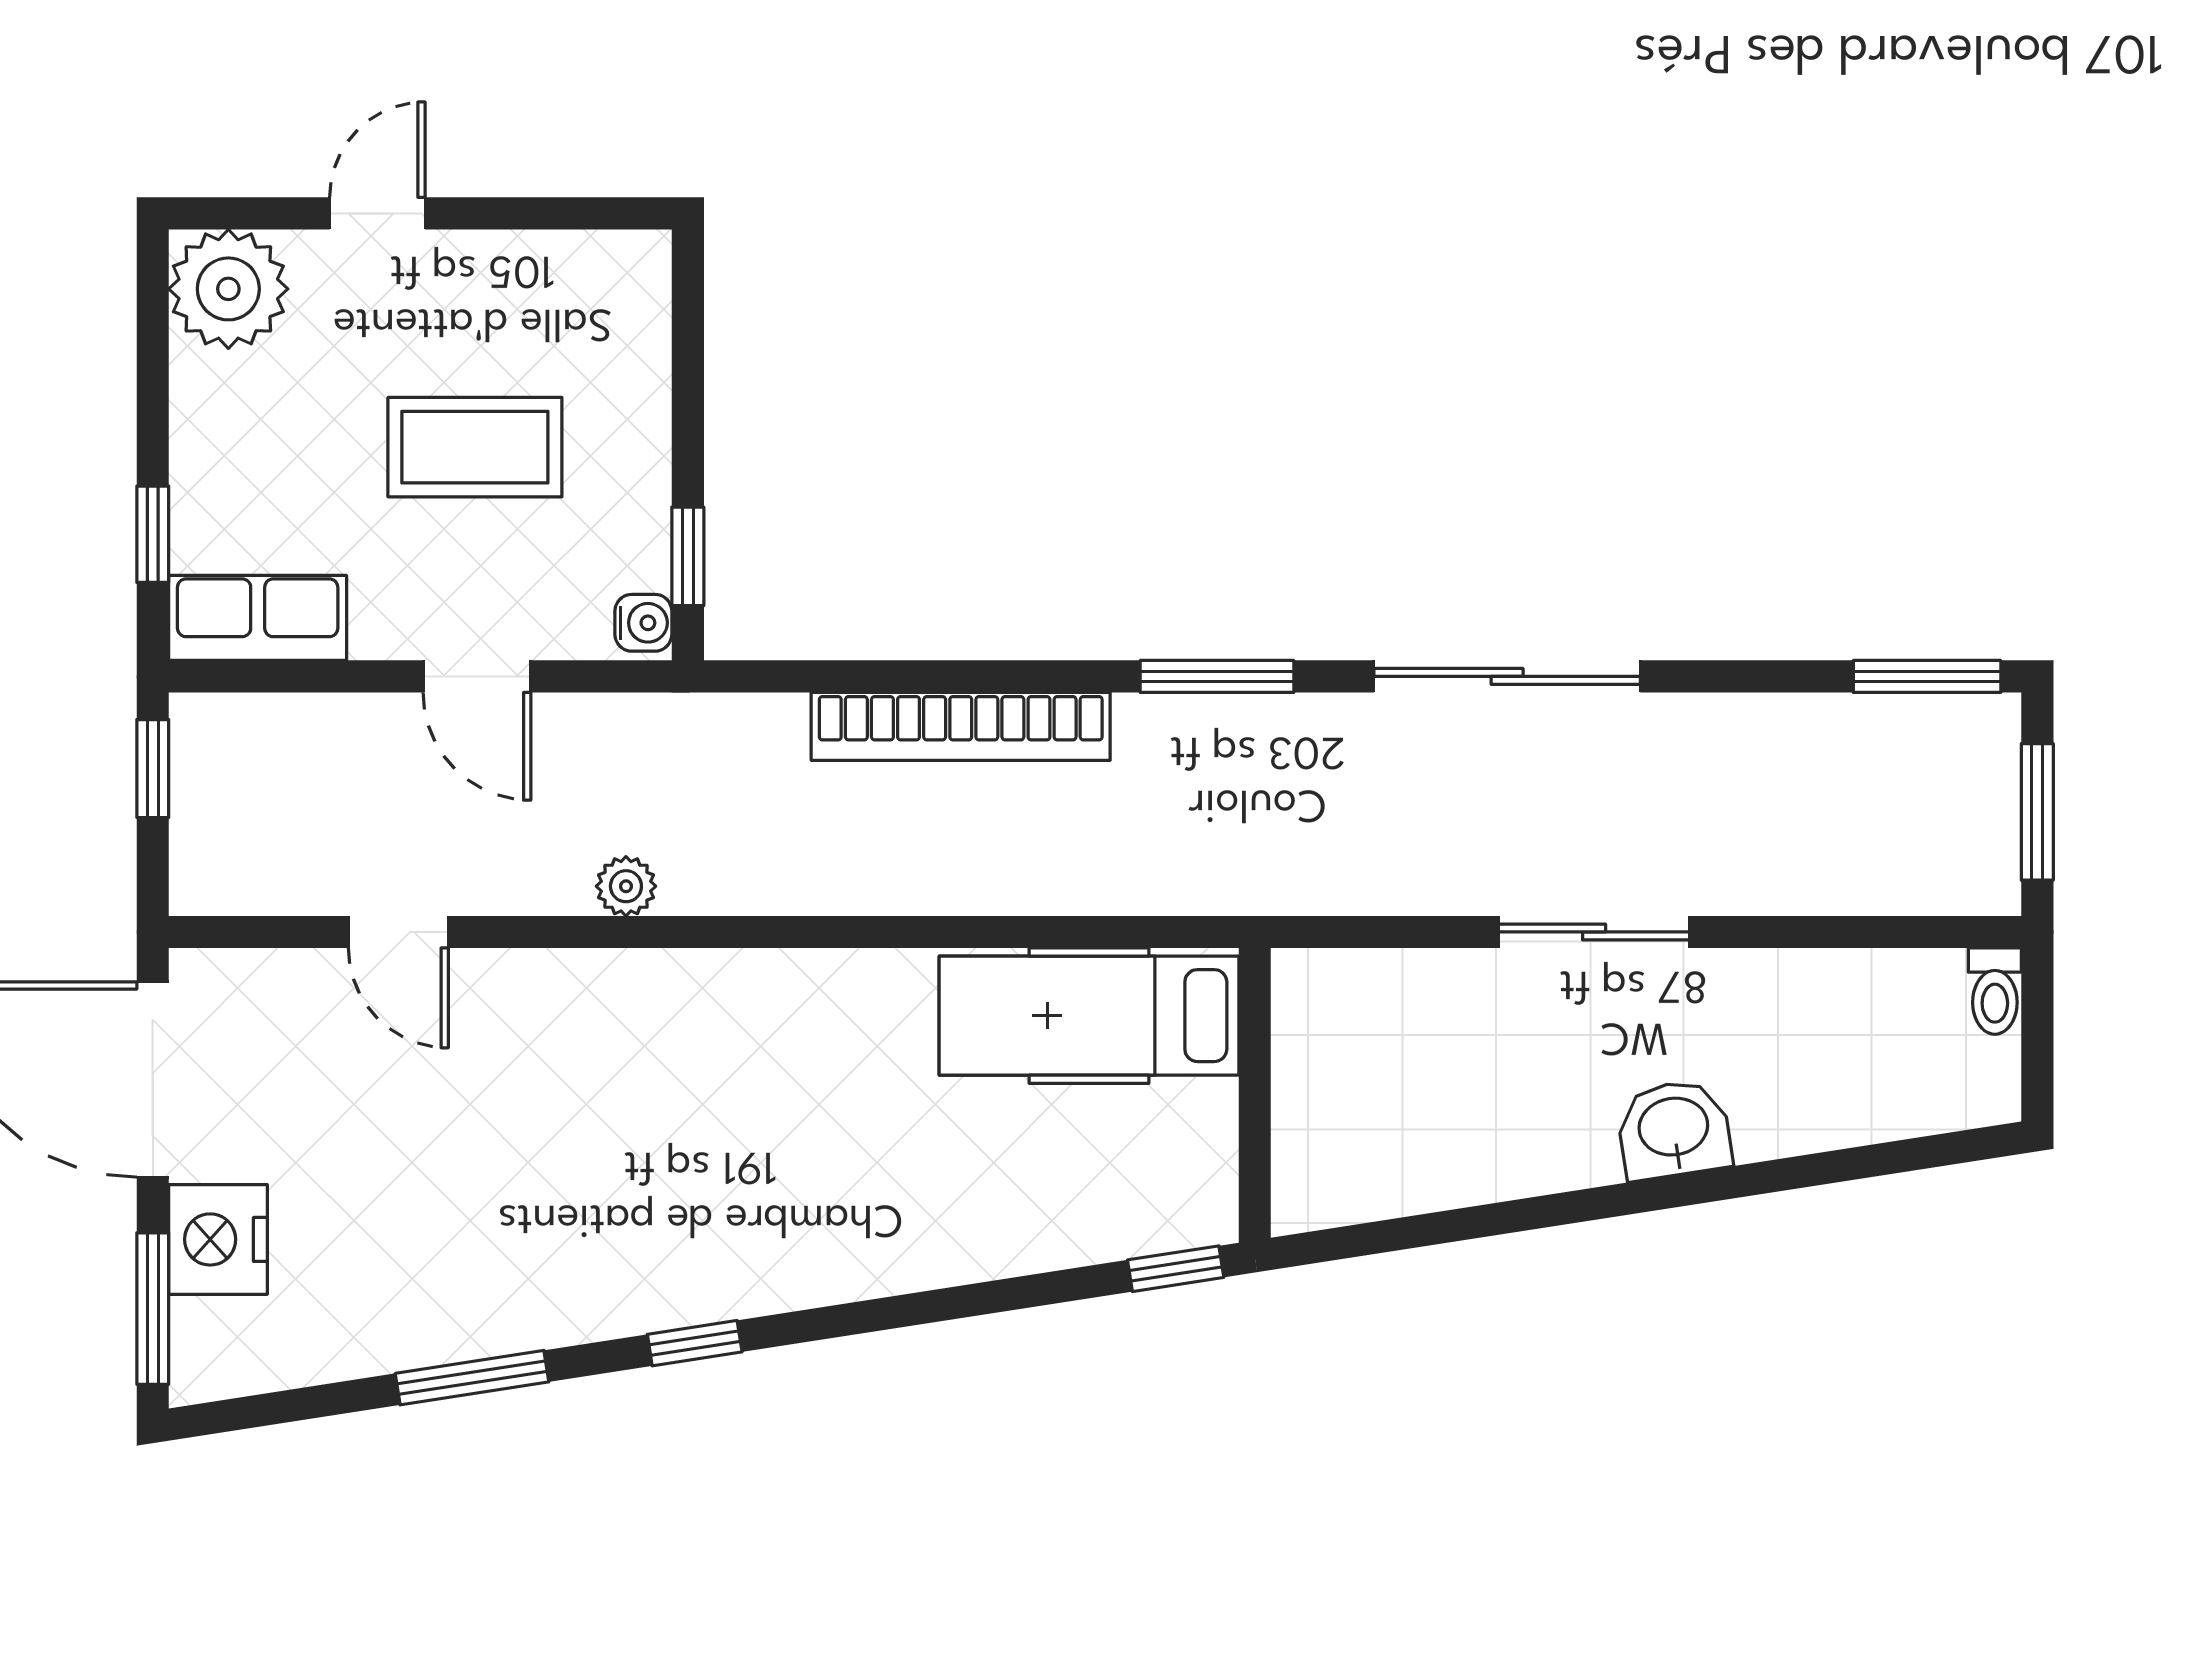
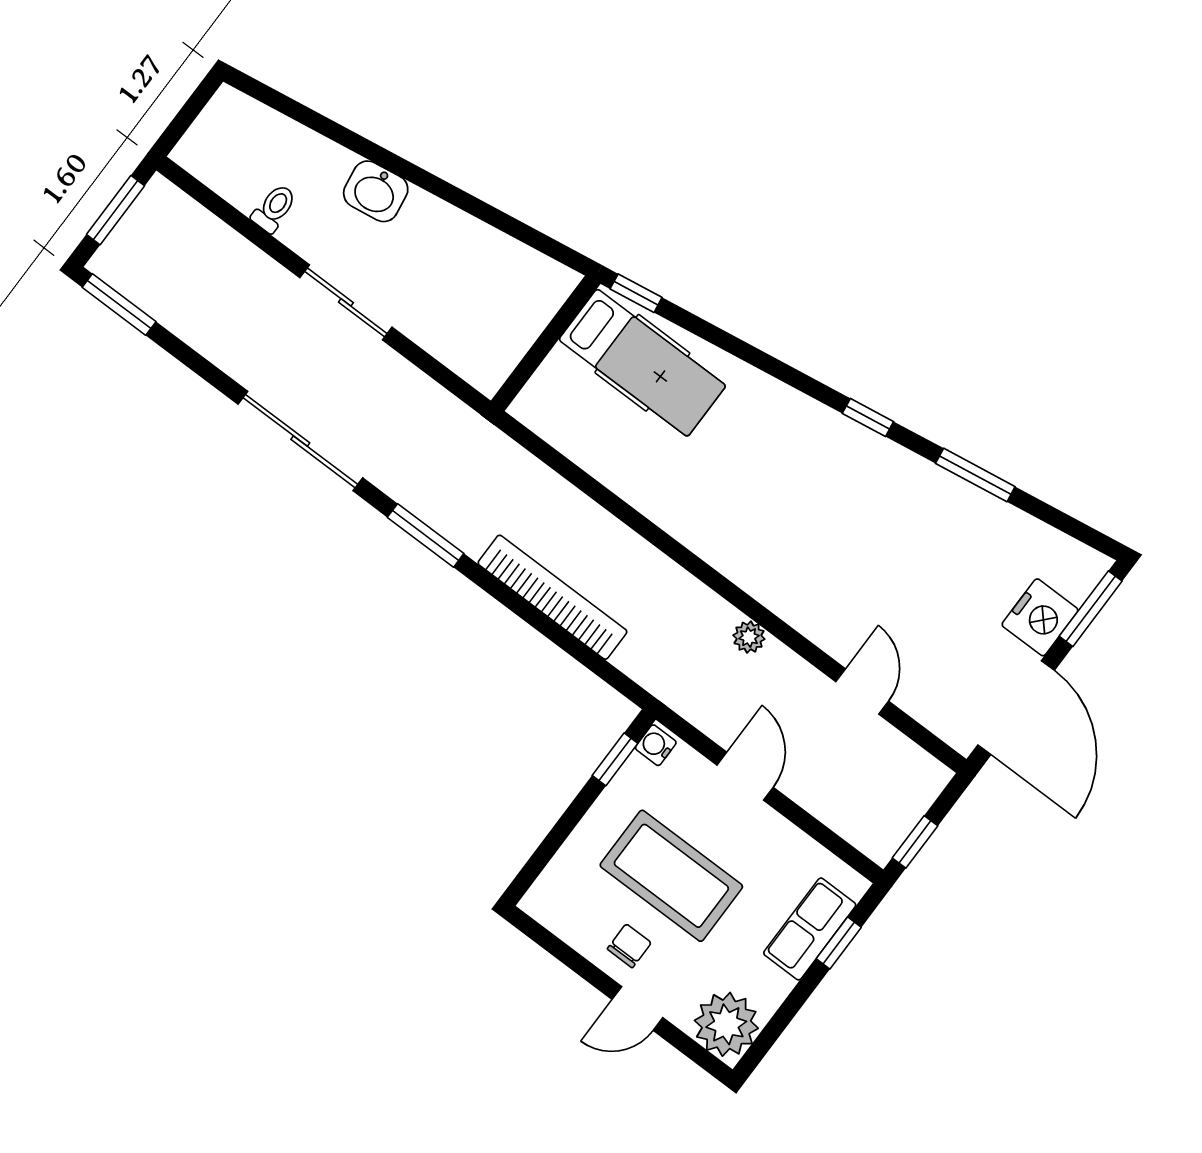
chair: (459, 297) -> (629, 946), added
coffee table: (475, 447) -> (671, 876), width x1.36, depth x1.32
row of seats: (258, 618) -> (810, 929), moved, turned 90
toilet: (1995, 991) -> (274, 208), moved
hospital bed: (1089, 1016) -> (642, 363), moved

